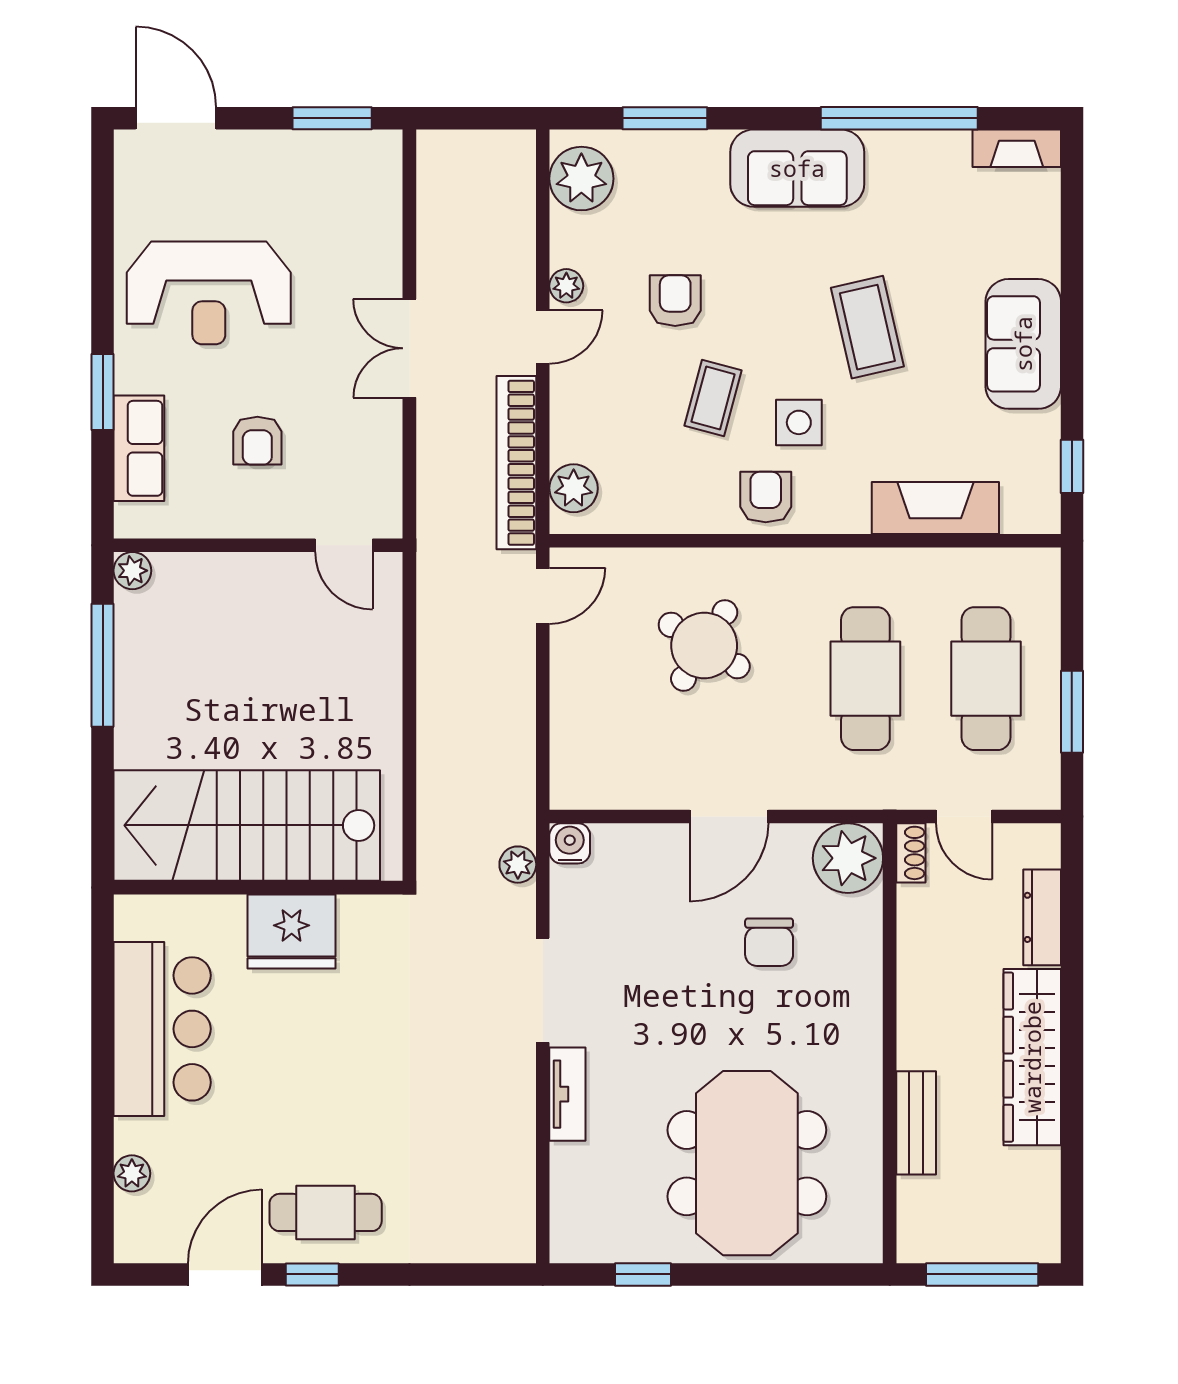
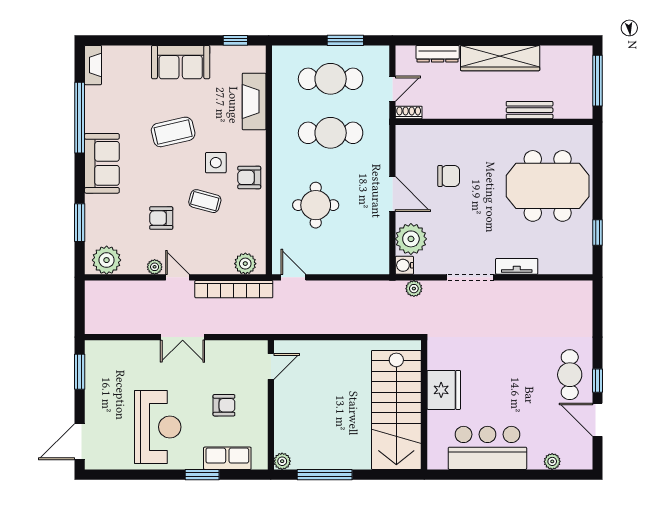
round table: (704, 645) -> (316, 205), turned -32
plant: (848, 858) -> (411, 239), moved

